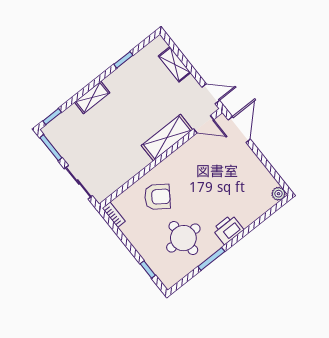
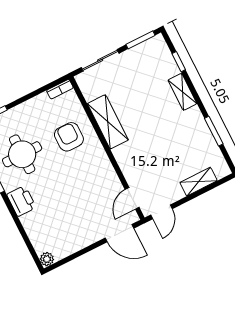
window: (123, 60) -> (214, 131), width x1.50
window: (52, 117) -> (179, 62), moved
shelving: (167, 138) -> (108, 122), moved
armchair: (157, 197) -> (69, 137), turned 145

